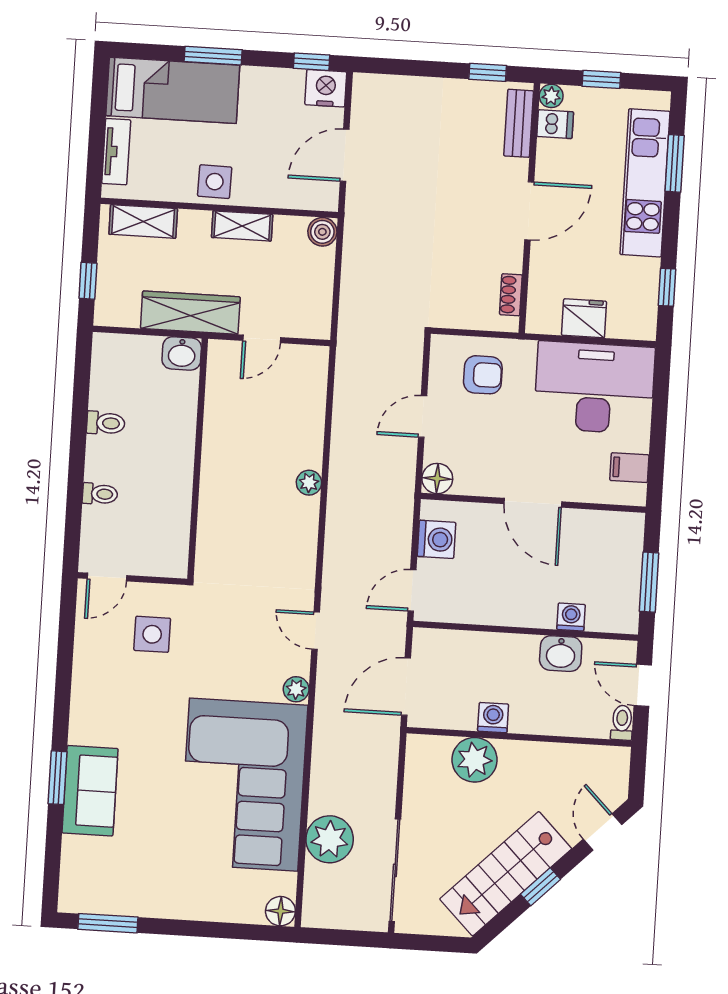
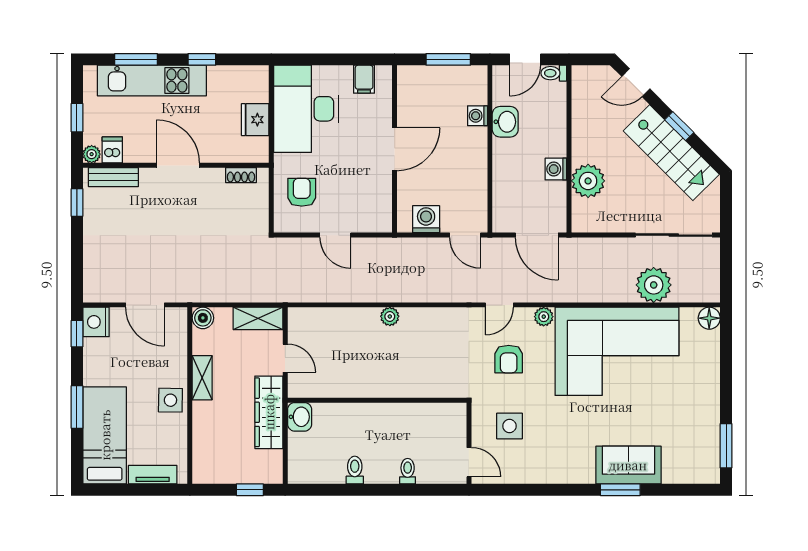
shelving: (143, 221) -> (258, 318), moved, turned 90
window: (667, 287) -> (202, 59), moved
floor lamp: (437, 479) -> (381, 221), removed
armchair: (242, 639) -> (509, 359), added

